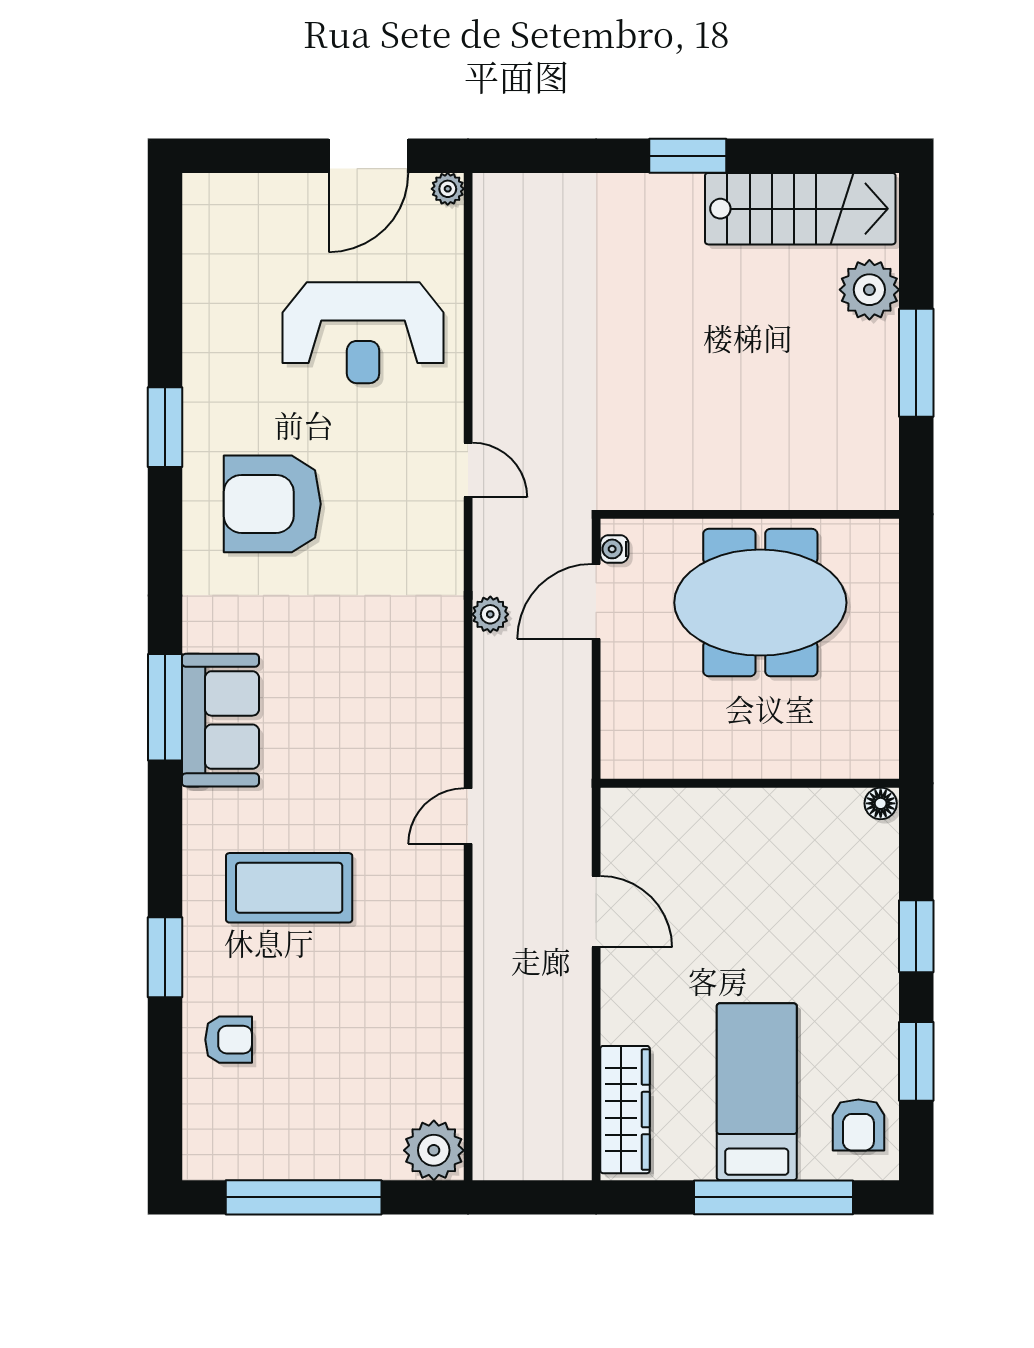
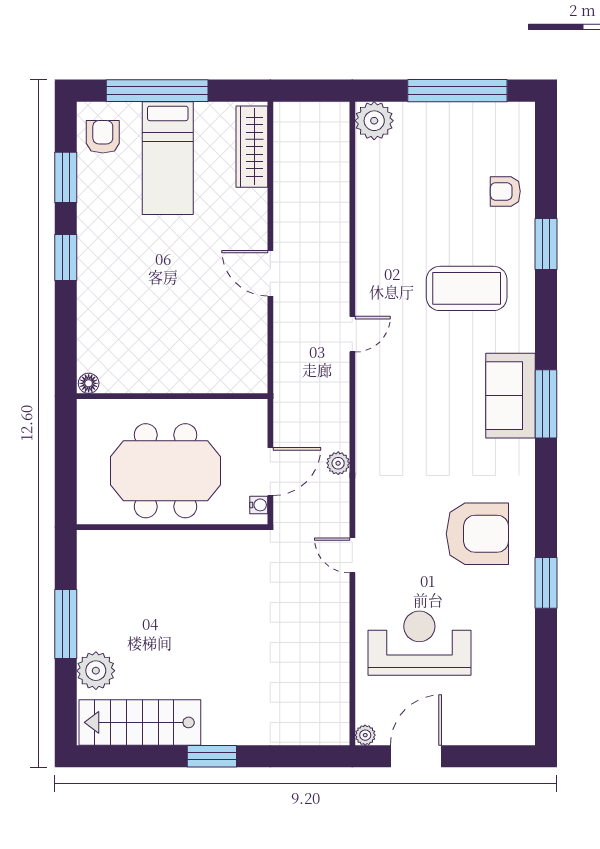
wall: (750, 783) -> (172, 396), moved
floor lamp: (881, 803) -> (89, 383), moved

